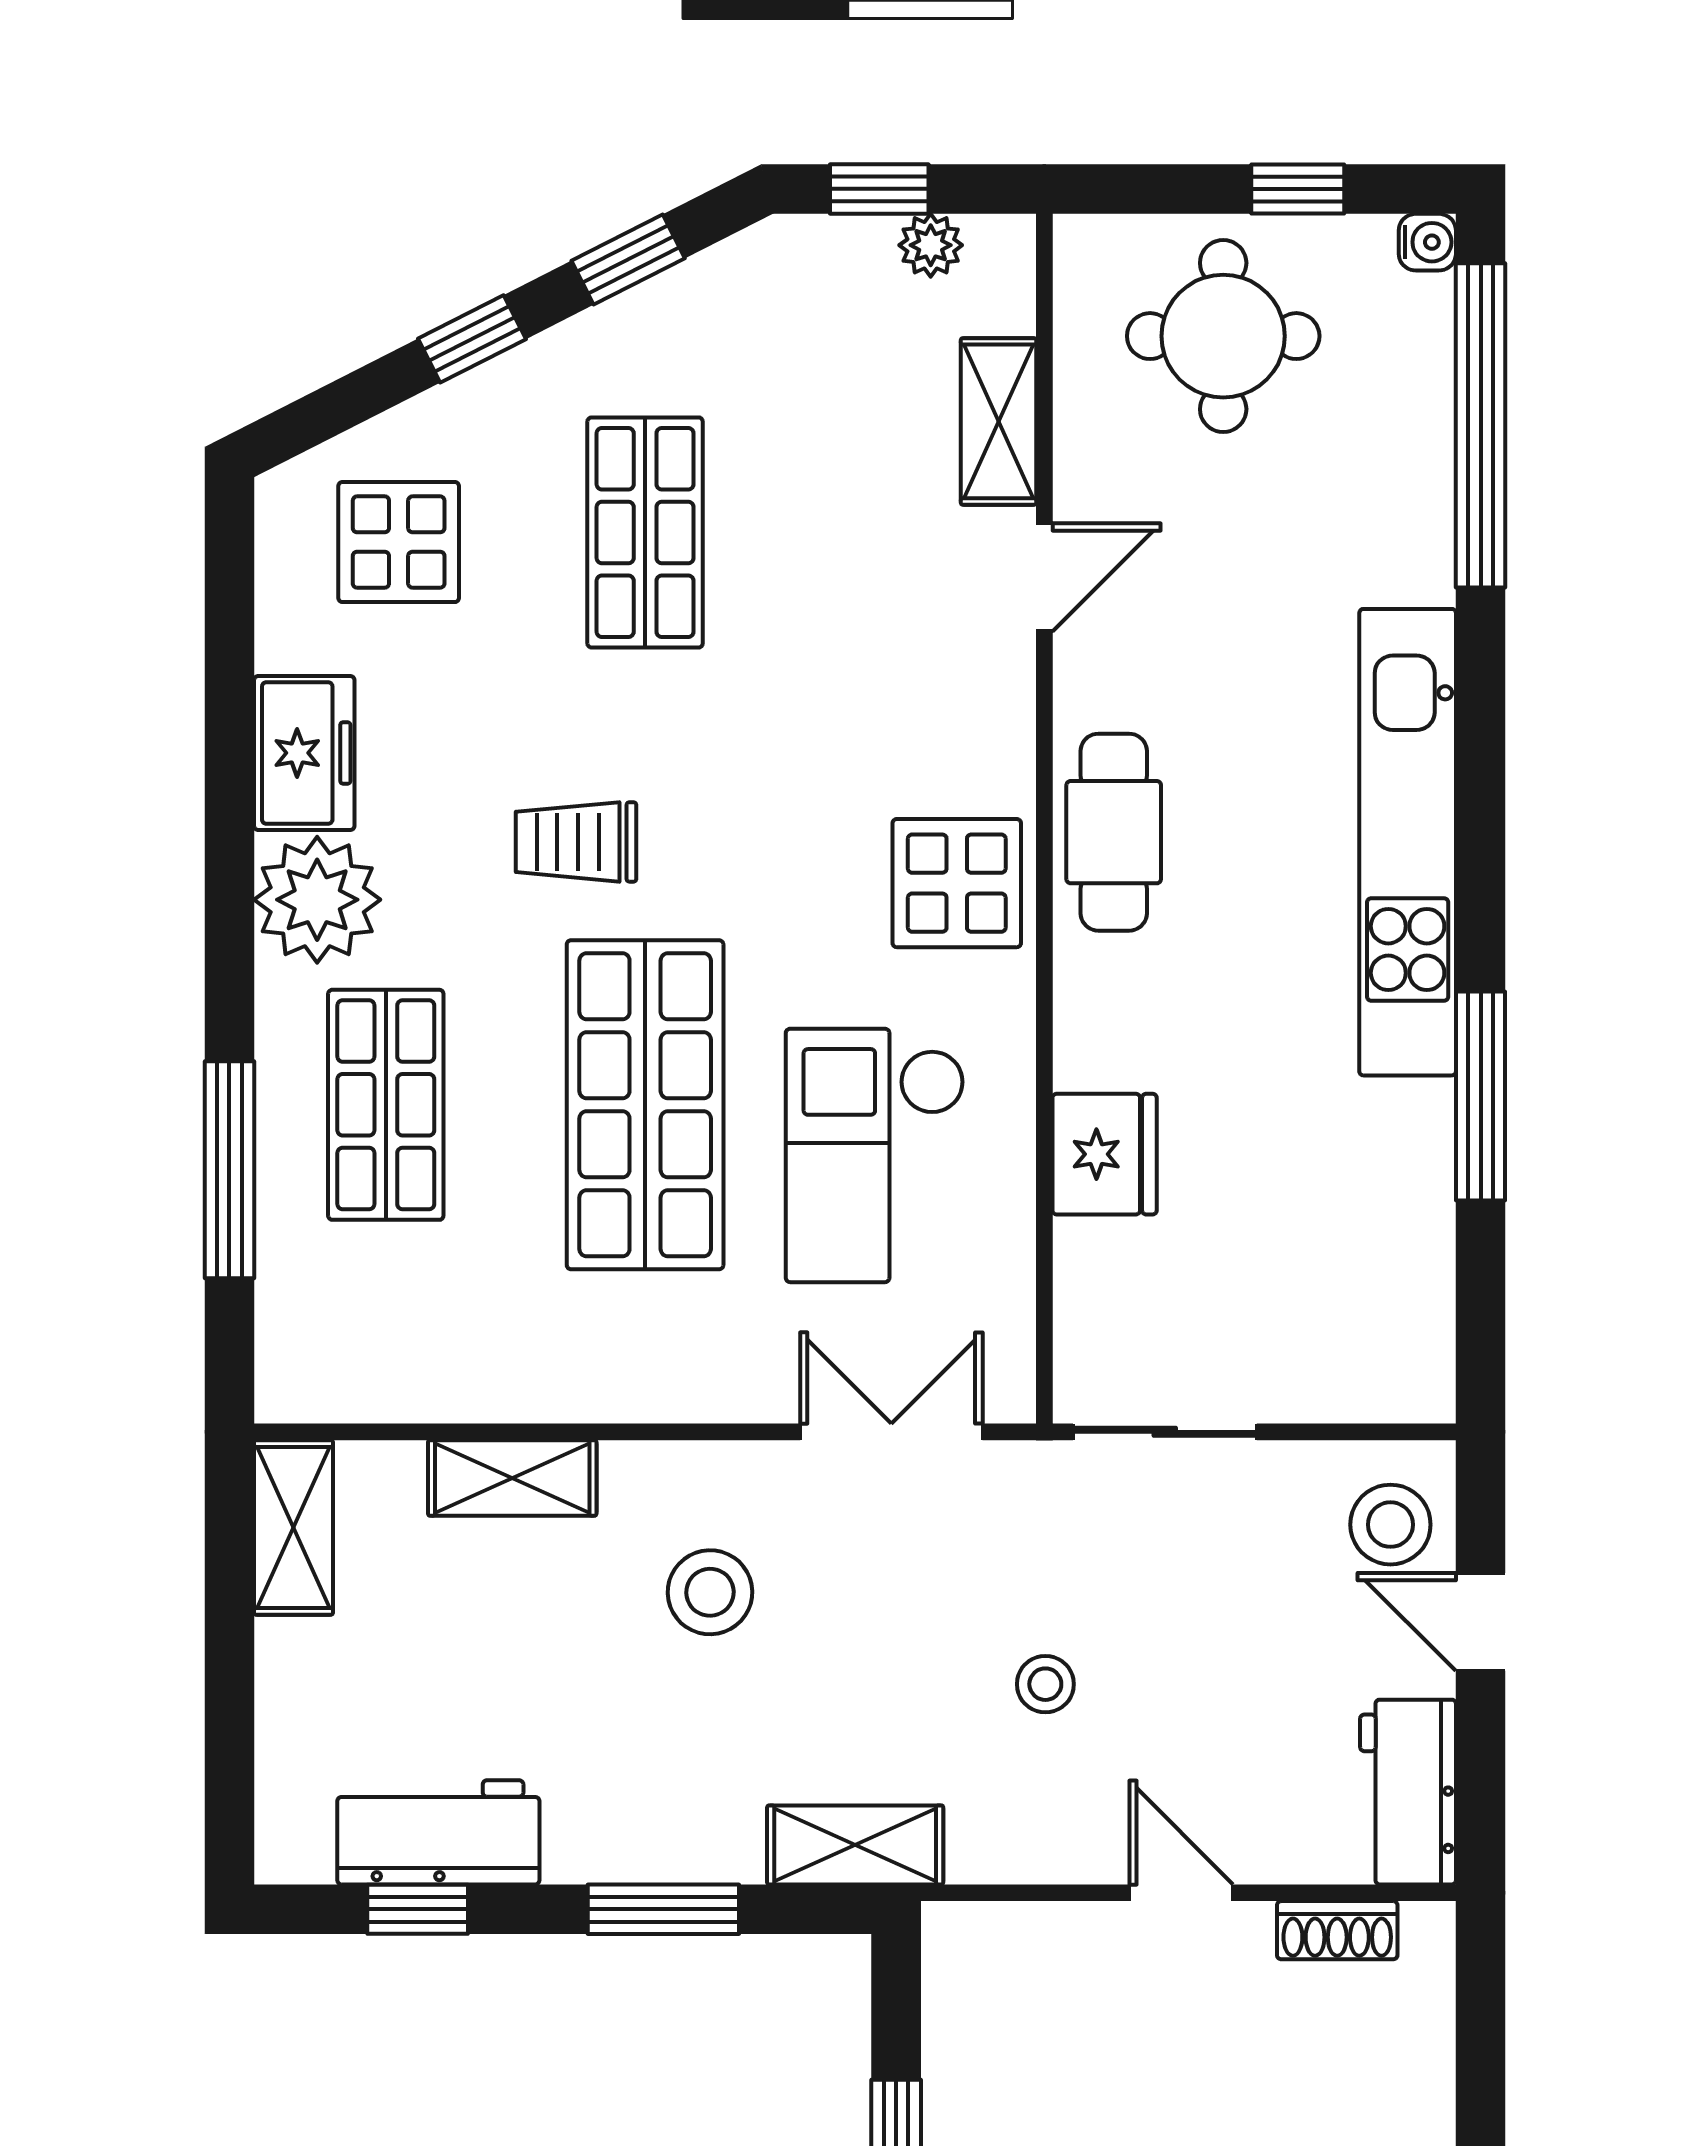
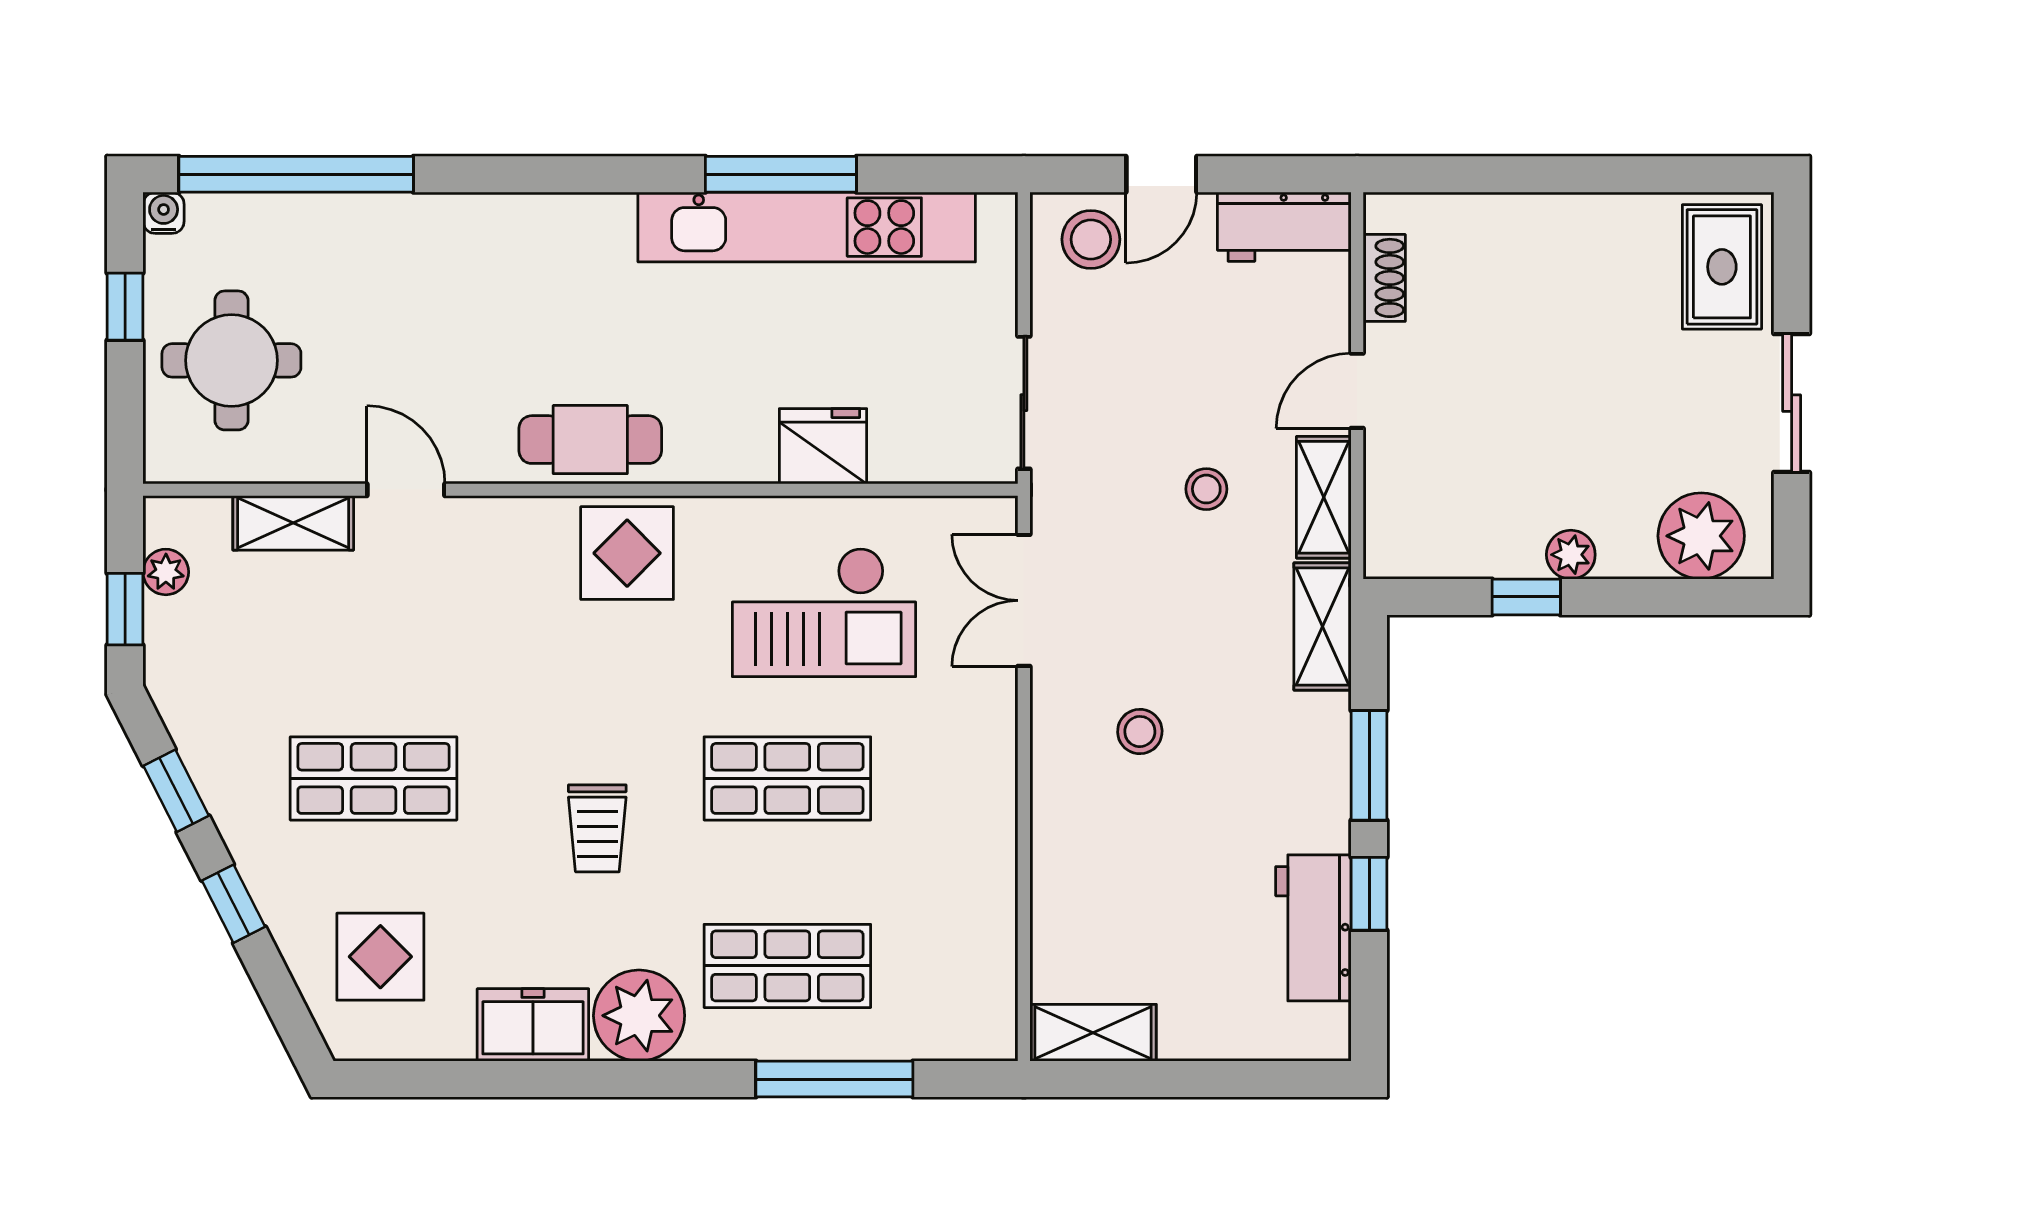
kitchen unit: (1408, 842) -> (807, 227), moved
shop shelf: (645, 1105) -> (787, 778), width x0.70, depth x0.74
shelving: (512, 1478) -> (1324, 497), moved
stool: (710, 1592) -> (1140, 732), width x0.73, depth x0.73
window: (418, 1909) -> (1369, 894), moved

